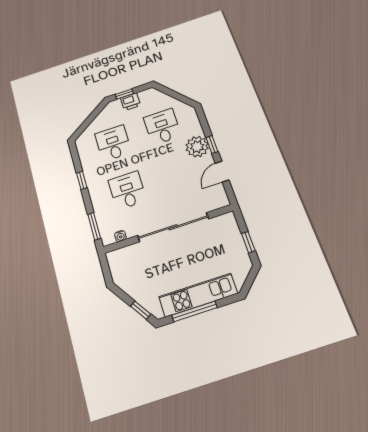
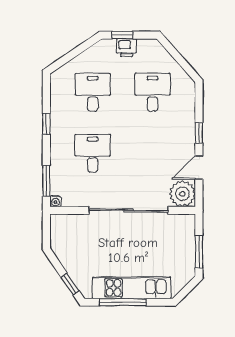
plant: (197, 147) -> (182, 194), moved
water cooler: (120, 236) -> (55, 201), moved
window: (248, 242) -> (199, 252), width x1.50

